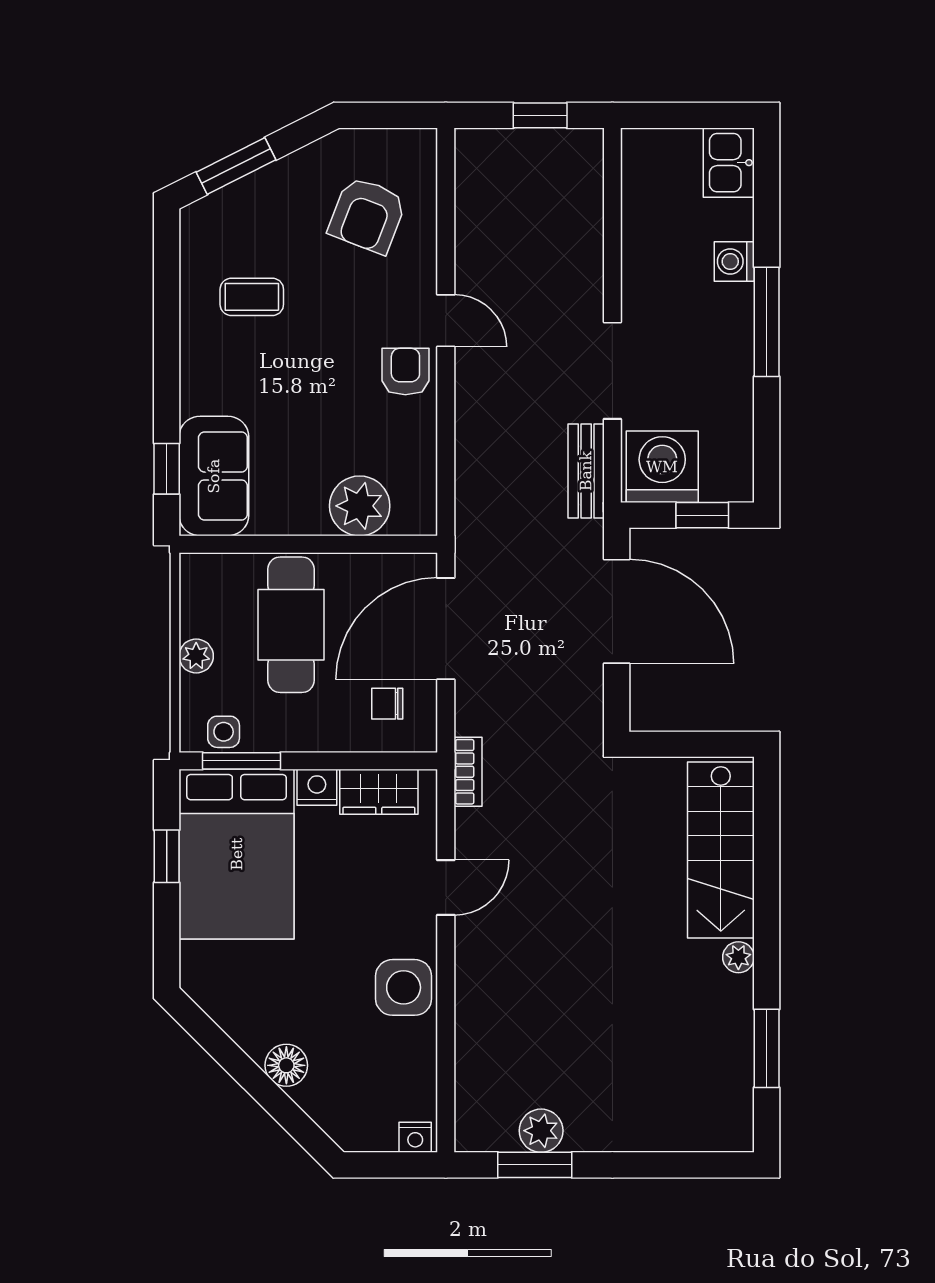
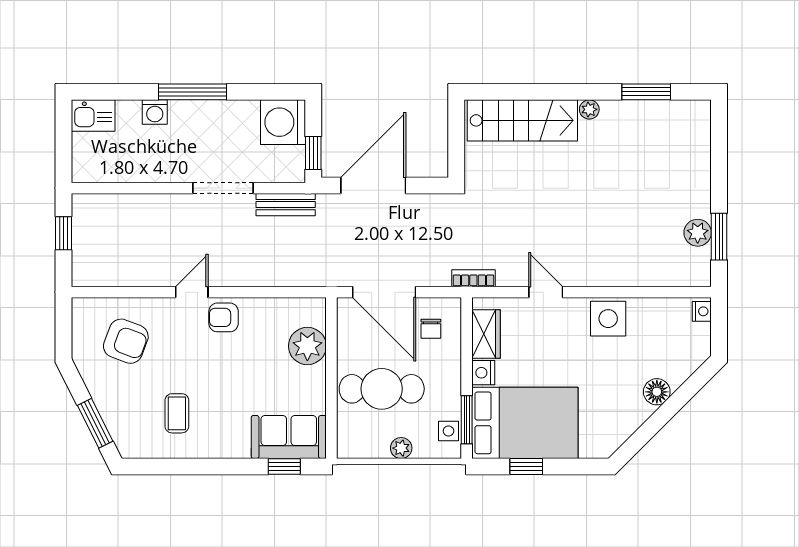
washing machine: (662, 467) -> (283, 122), moved
window: (702, 515) -> (313, 153), moved

